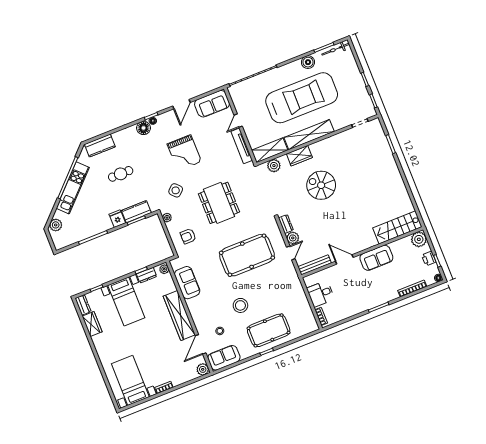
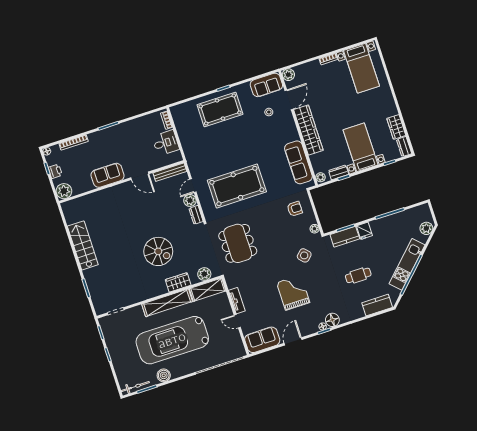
door: (238, 121) -> (237, 321), swing flipped
tv unit: (242, 146) -> (237, 301), width x0.71
dining table: (219, 203) -> (238, 243), moved
stairs: (397, 227) -> (83, 245), moved, turned -90
sofa: (187, 283) -> (298, 162), width x1.36
stool: (240, 305) -> (247, 136), removed

